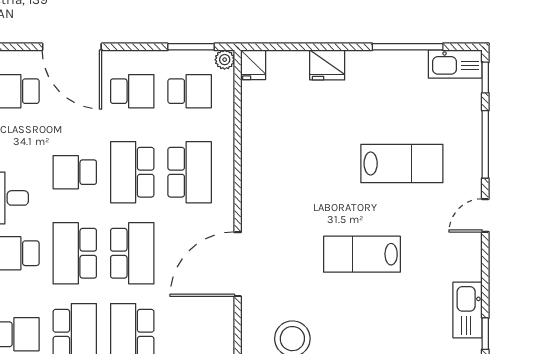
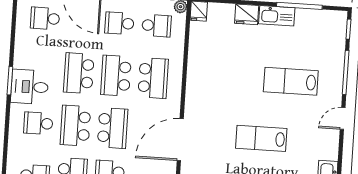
kitchen sink: (455, 64) -> (277, 16), moved
school desk: (132, 91) -> (119, 23), turned 180
lab bench: (402, 163) -> (291, 81), turned 180
school desk: (75, 172) -> (79, 73), width x1.85

